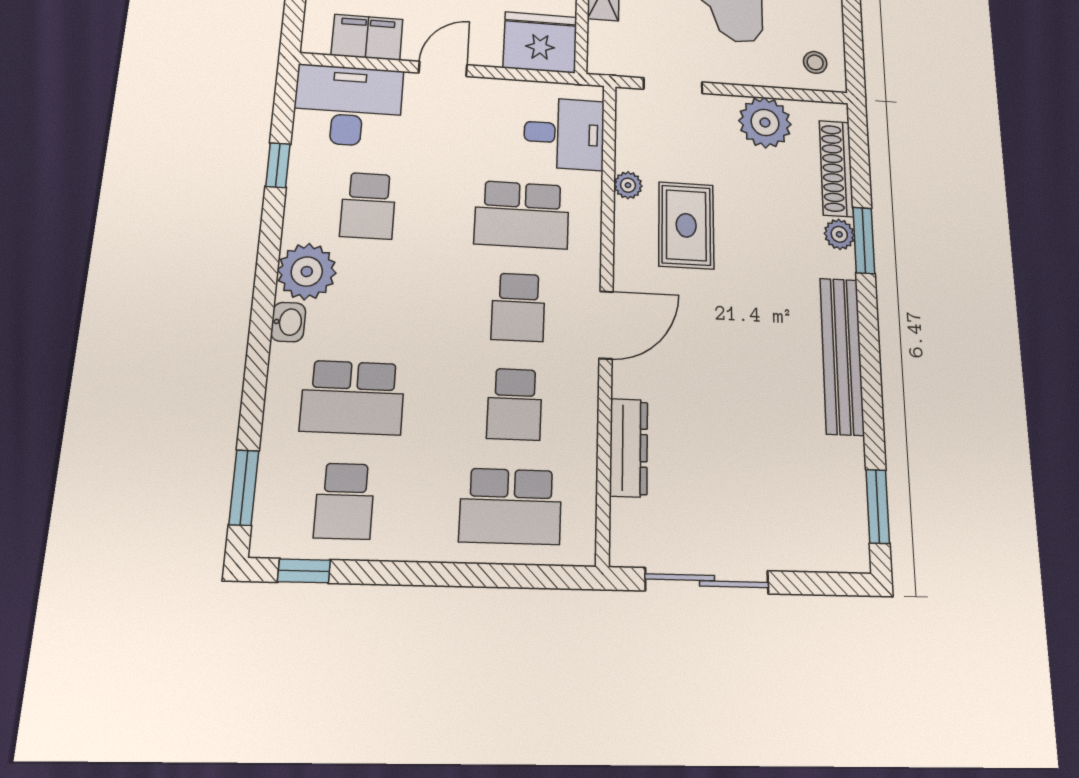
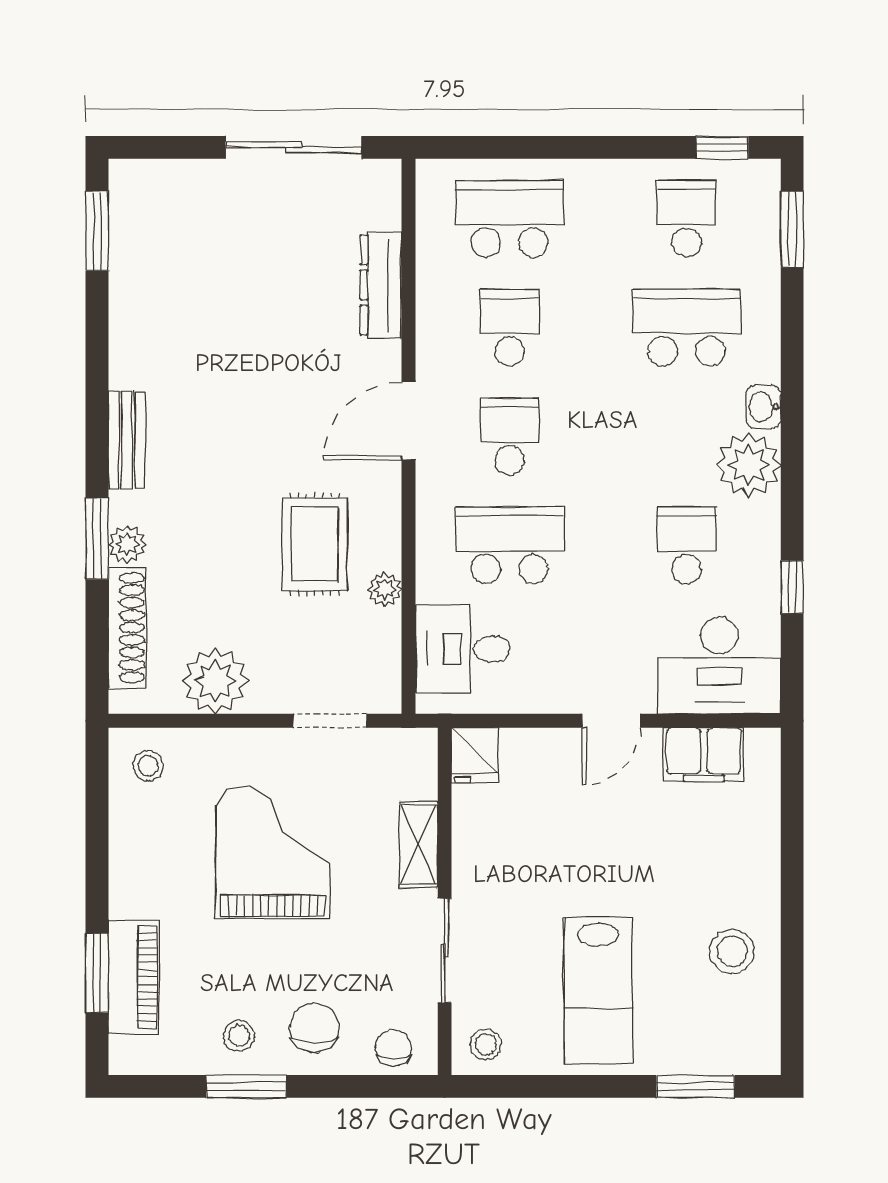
fridge: (540, 42) -> (475, 755), width x0.53, depth x0.75
bench: (842, 356) -> (127, 440), width x0.54, depth x0.82

